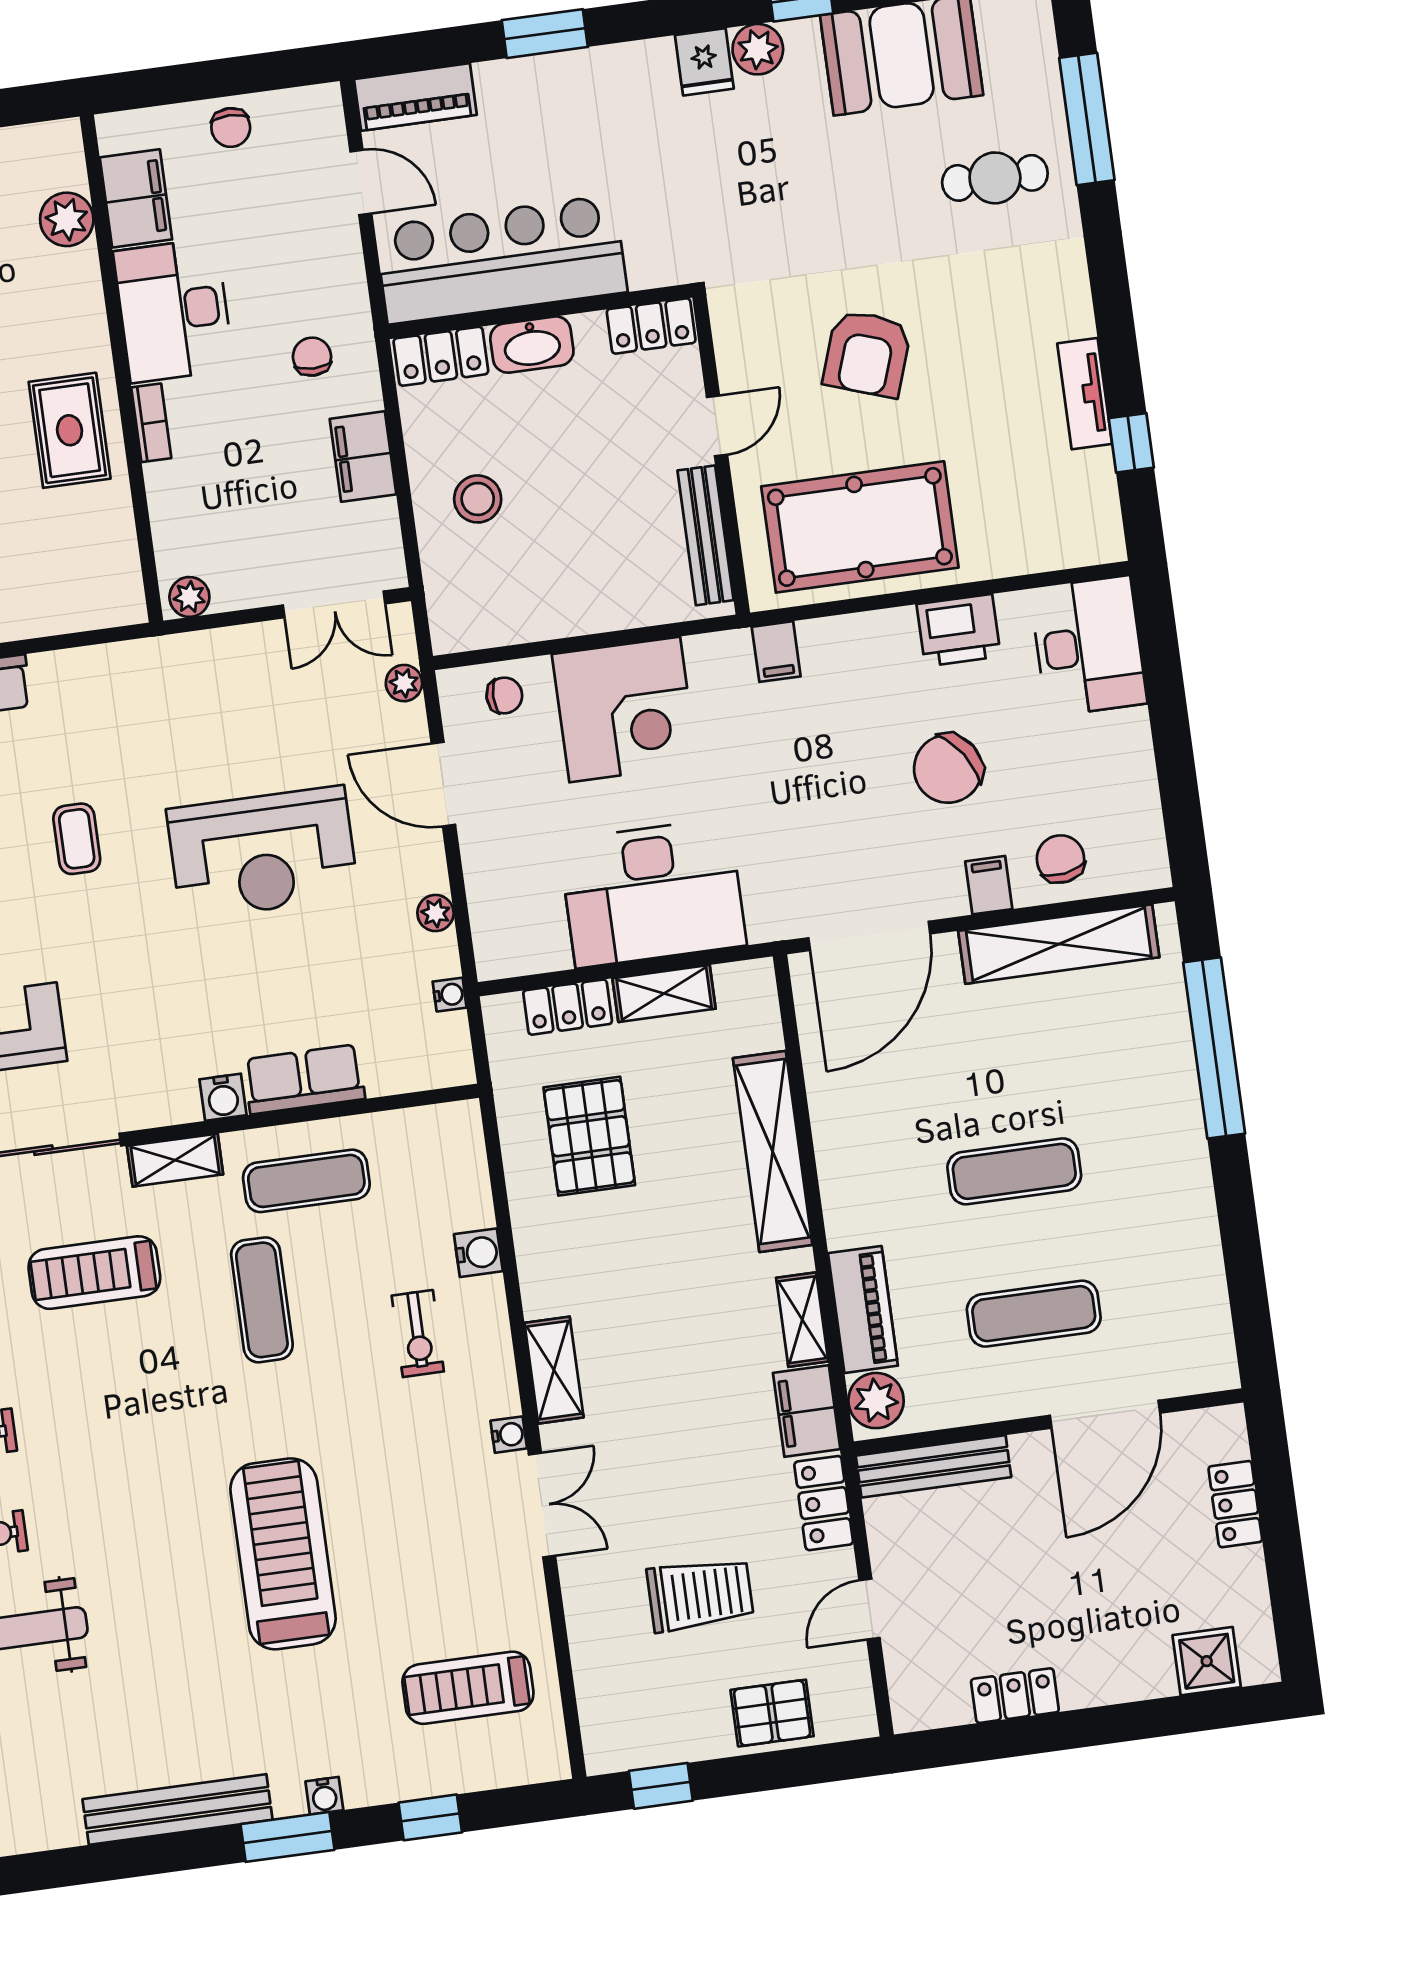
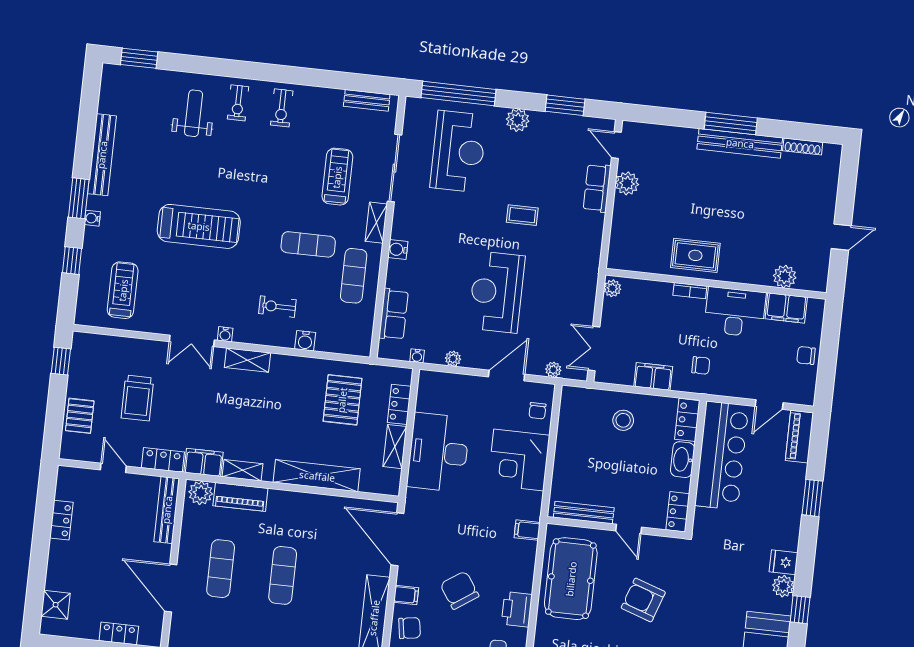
row of seats: (304, 1079) -> (394, 314), moved
pallet: (589, 1136) -> (342, 400), turned 90

